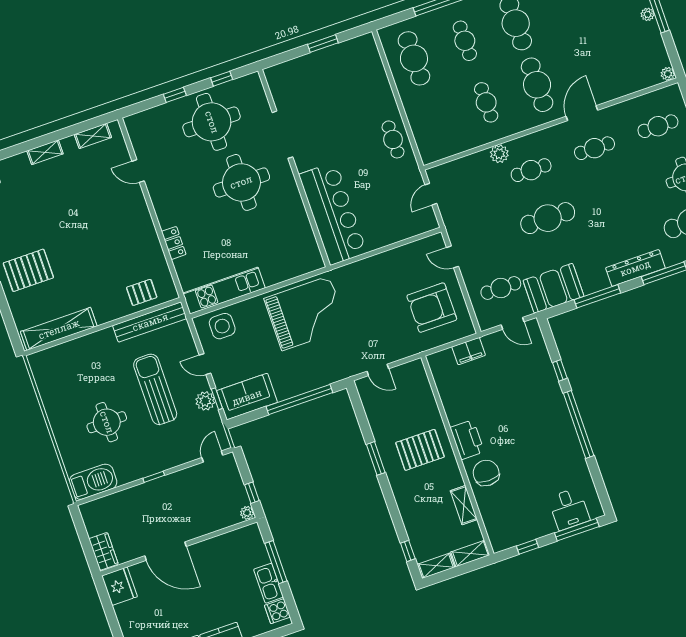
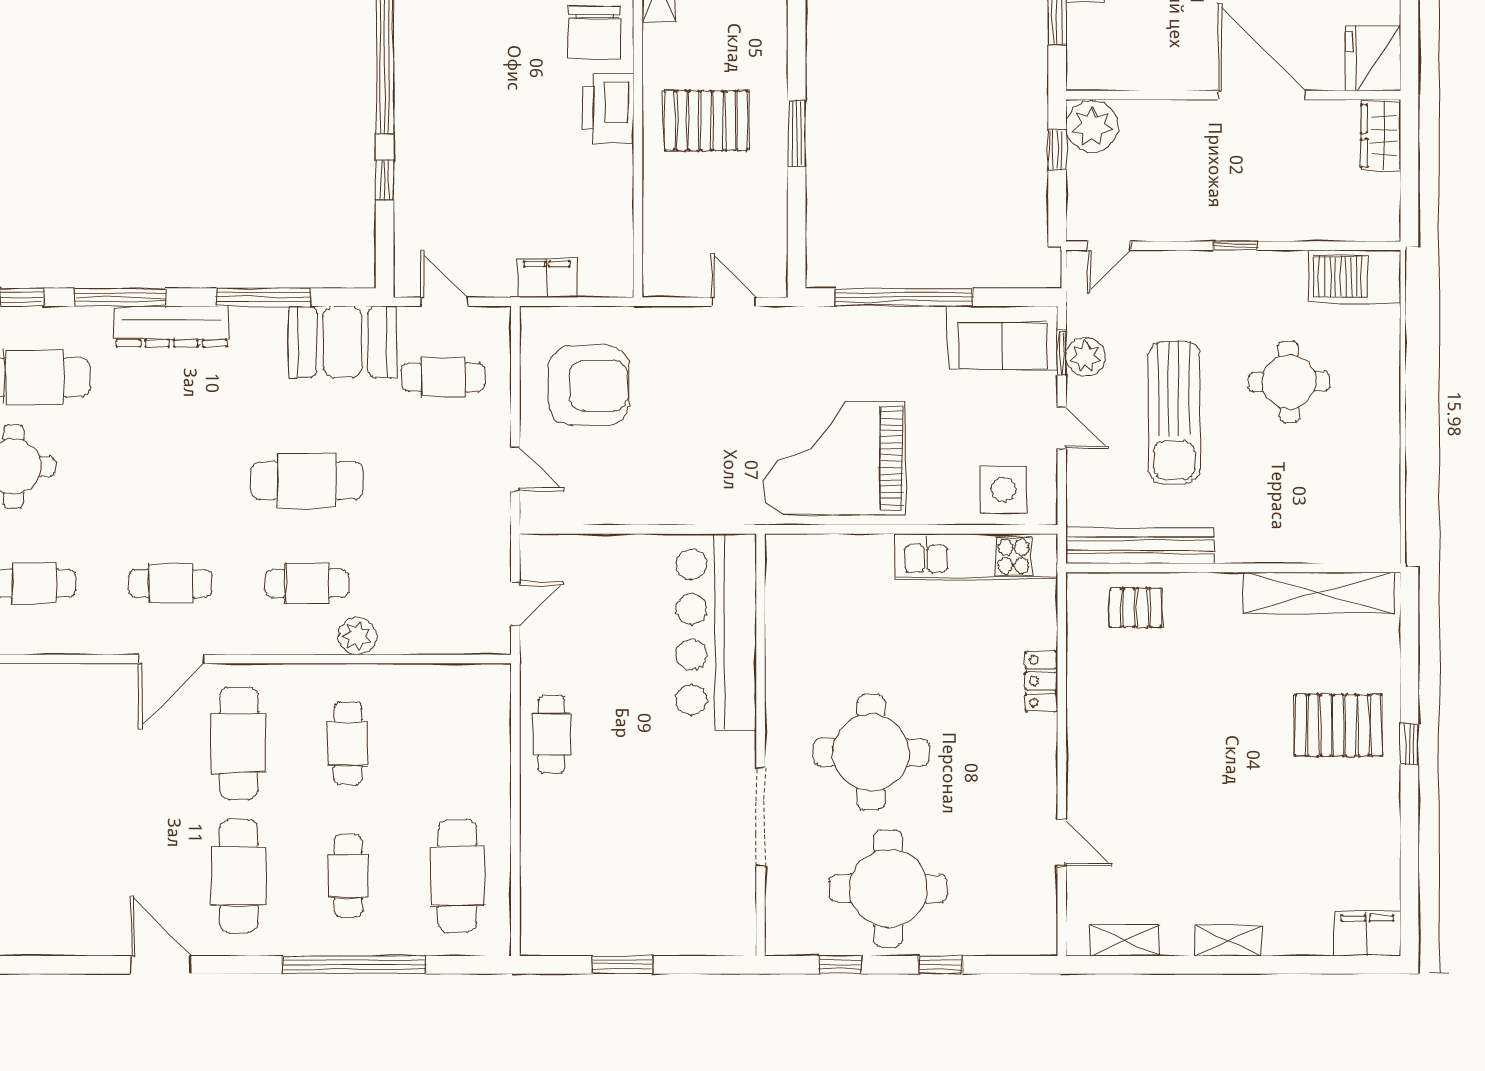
plant: (247, 513) -> (1092, 127), width x1.88, depth x1.88

